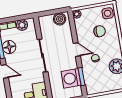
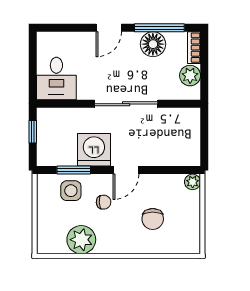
side table: (108, 13) -> (71, 191), moved
boiler: (60, 19) -> (189, 148), removed
washing machine: (71, 78) -> (94, 150), moved

